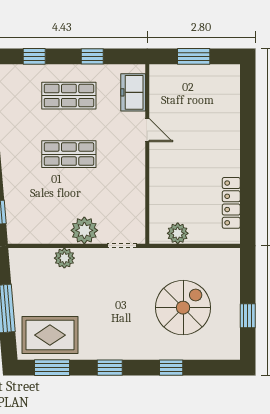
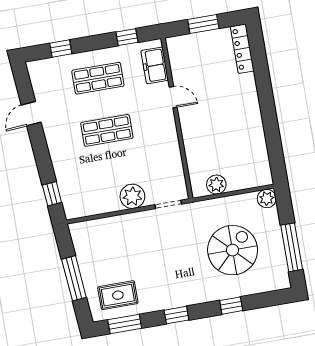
window: (92, 56) -> (127, 37), moved
locker: (231, 203) -> (242, 49), moved
plant: (64, 258) -> (267, 199), moved
window: (248, 316) -> (292, 247), width x2.17
rug: (50, 335) -> (118, 295), width x0.73, depth x0.70

